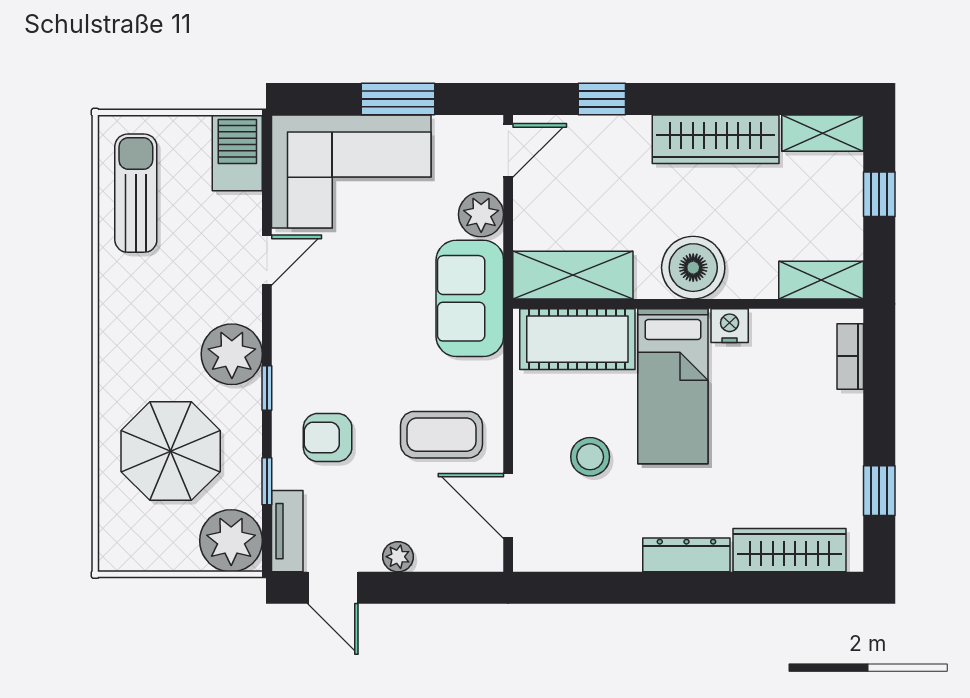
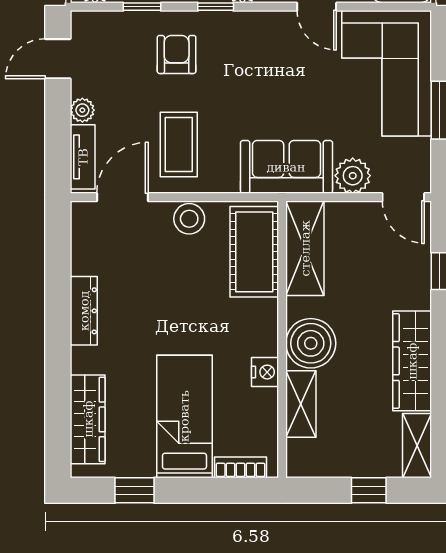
shelving: (821, 280) -> (301, 404), moved
bed: (673, 386) -> (184, 416), moved, turned 90
stool: (590, 457) -> (189, 219), moved
tv unit: (287, 531) -> (83, 157), moved, turned -90
dresser: (686, 555) -> (84, 311), moved

